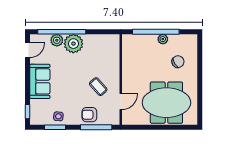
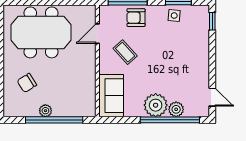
door: (27, 50) -> (212, 97), swing flipped
sofa: (40, 81) -> (111, 96), moved, turned 180
armchair: (89, 115) -> (136, 18), turned 180

